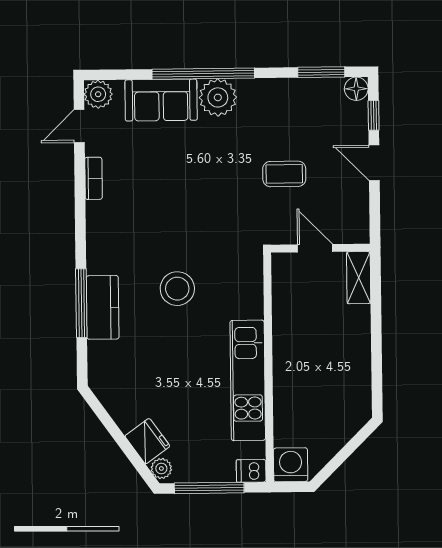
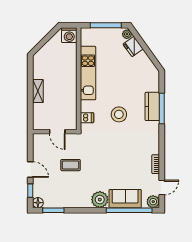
window: (203, 74) -> (129, 210), moved
shelving: (359, 278) -> (38, 91), moved
dishwasher: (251, 471) -> (87, 118), moved

